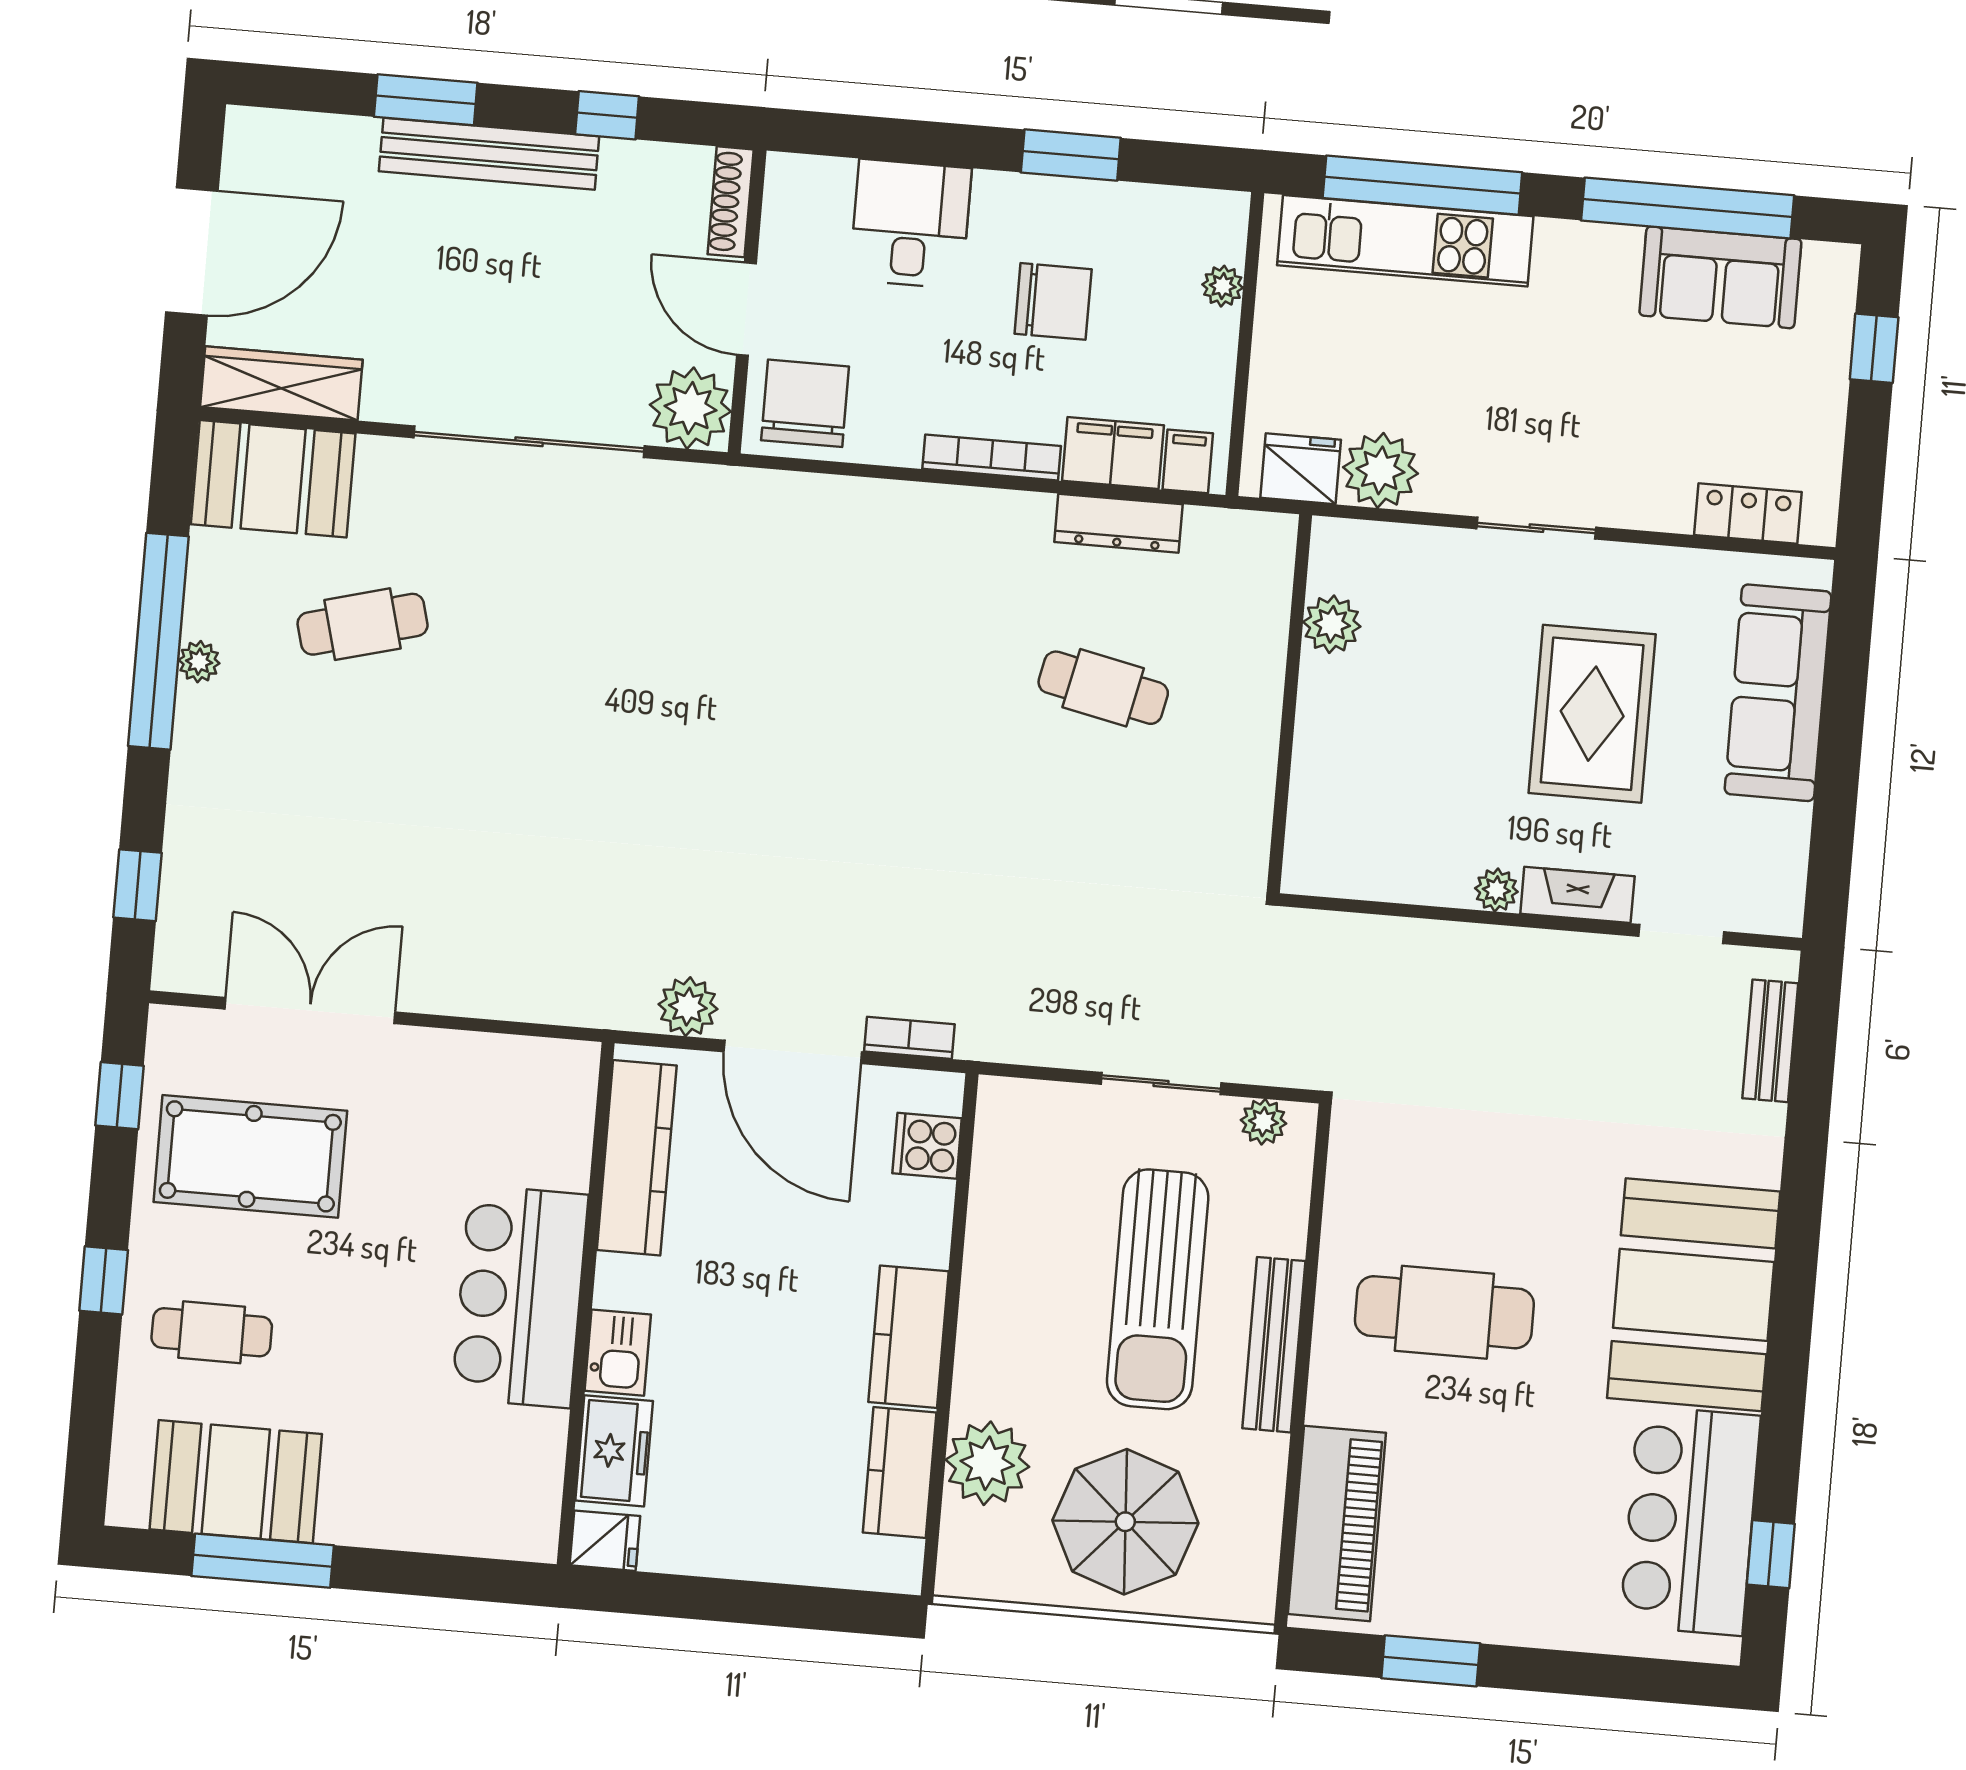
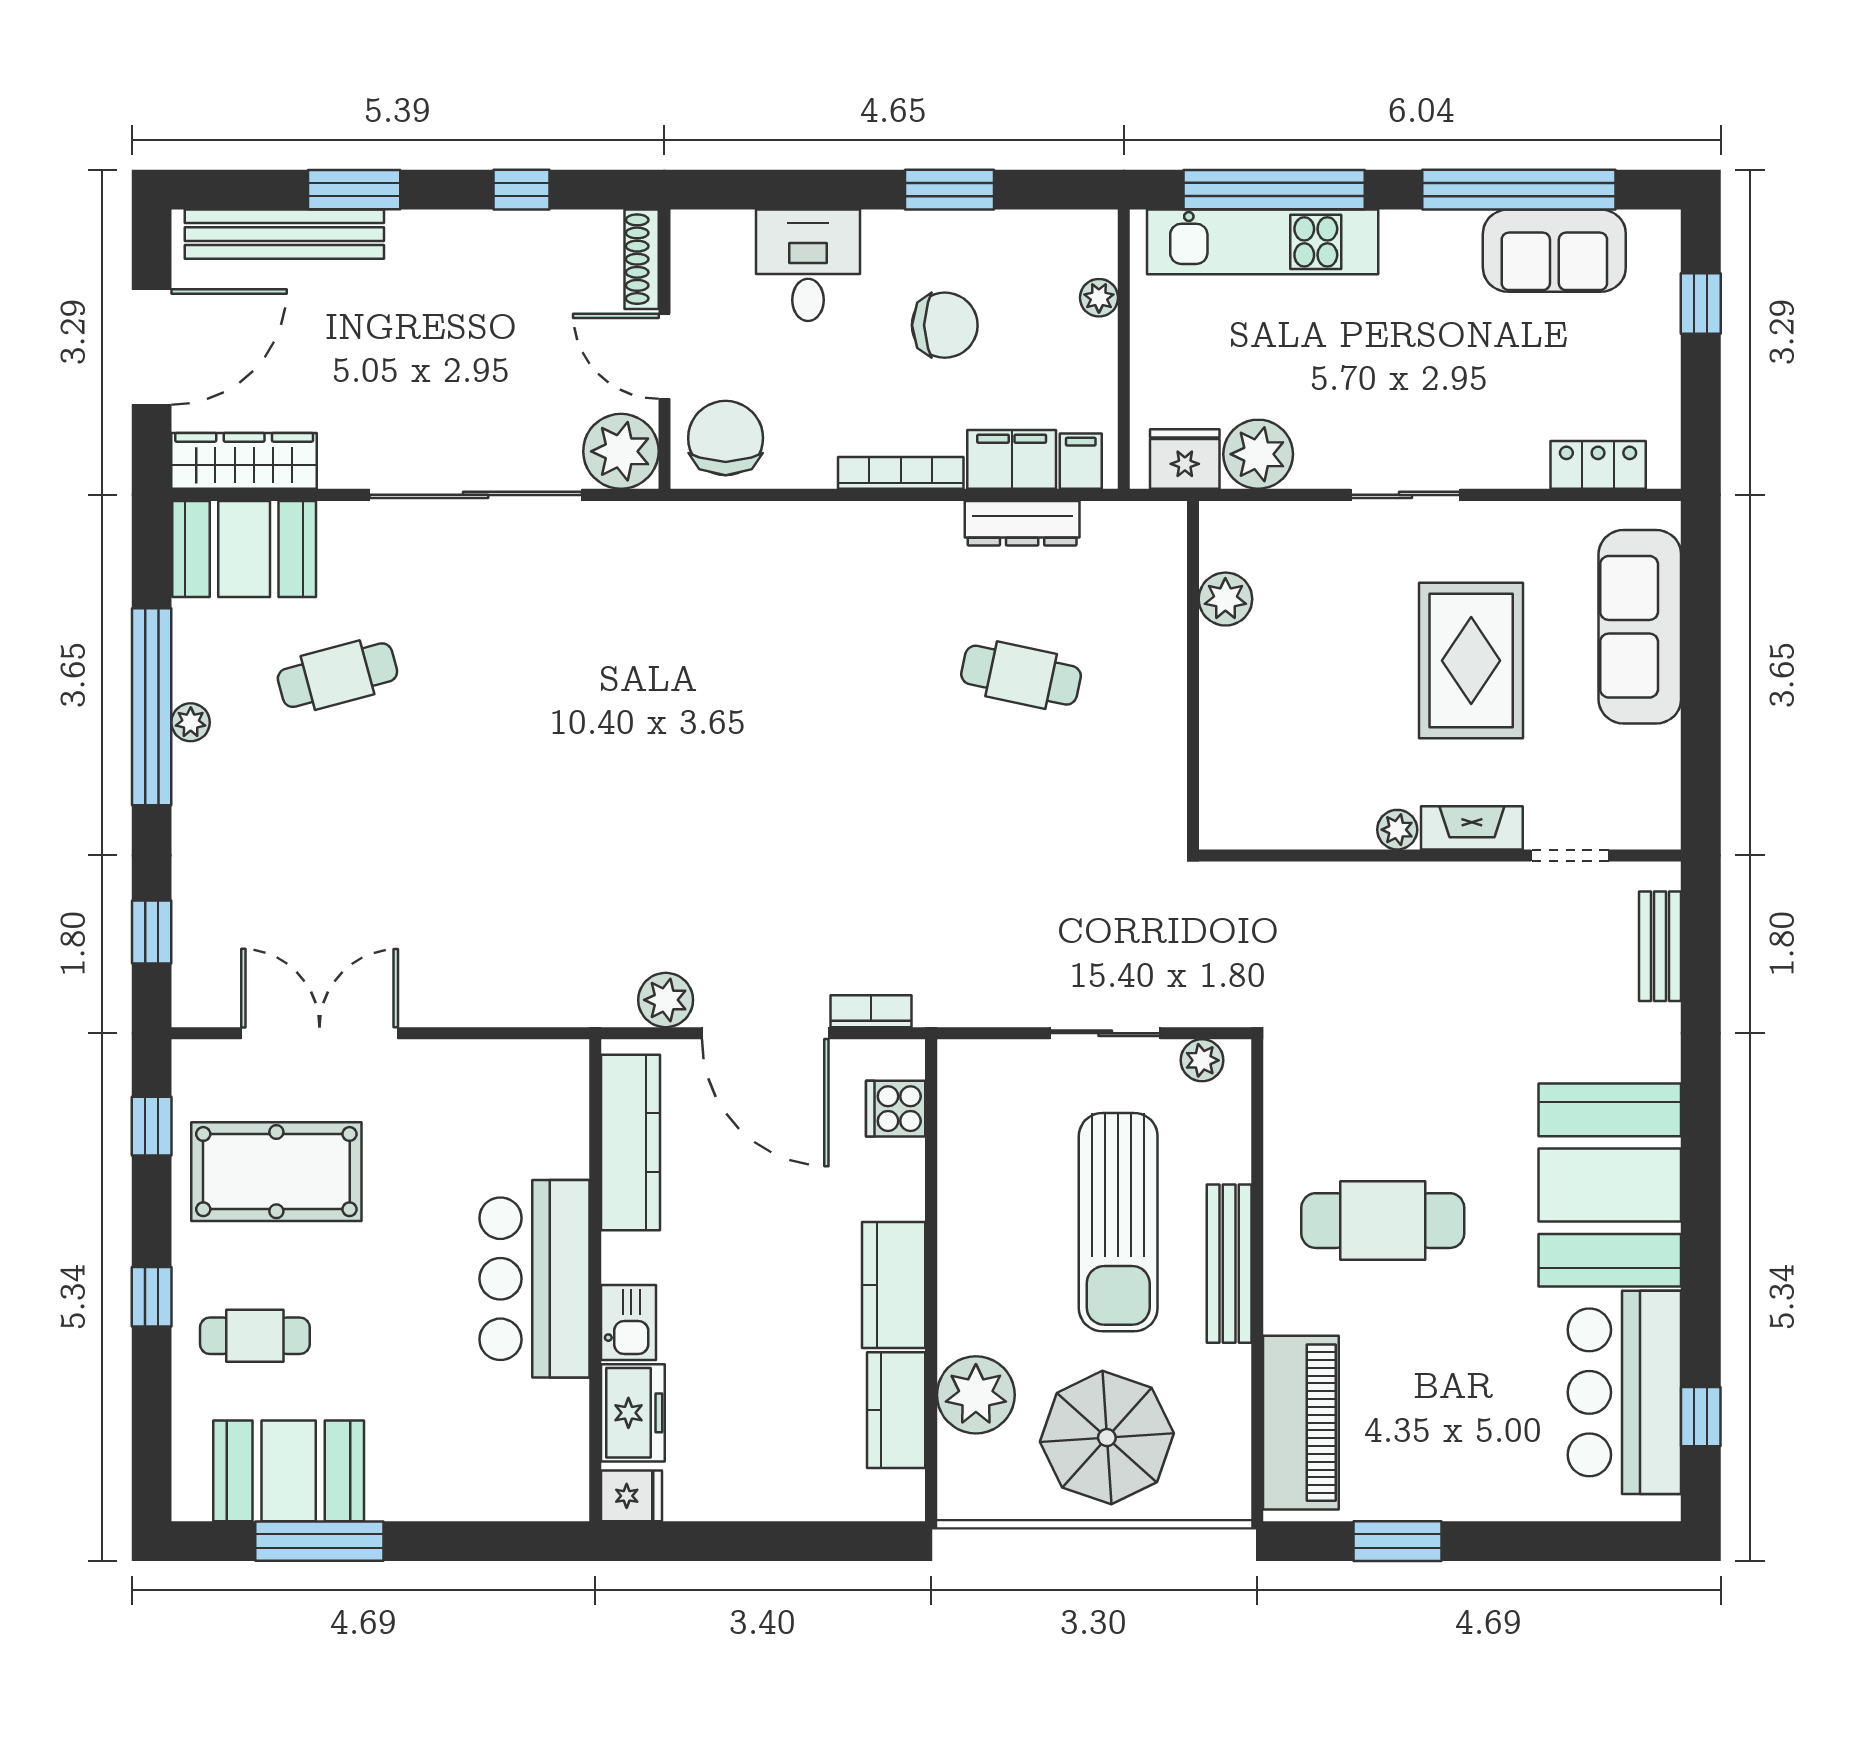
bench: (489, 154) -> (284, 234), moved

